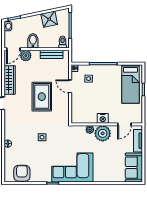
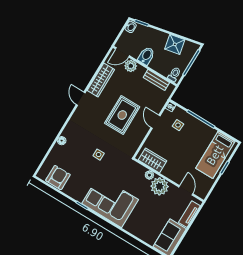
wardrobe: (85, 117) -> (153, 160), added
nightstand: (103, 118) -> (168, 172), removed
door: (124, 124) -> (186, 190), swing flipped

